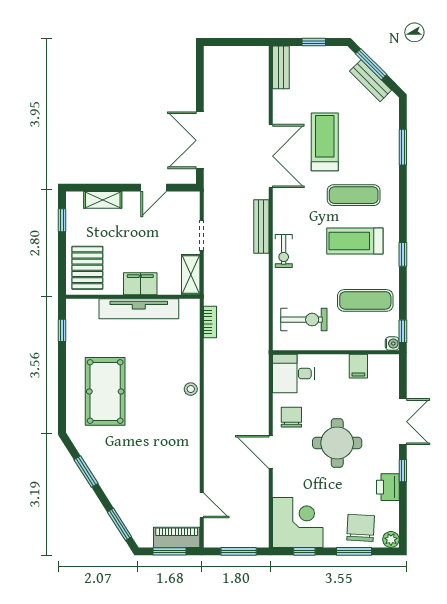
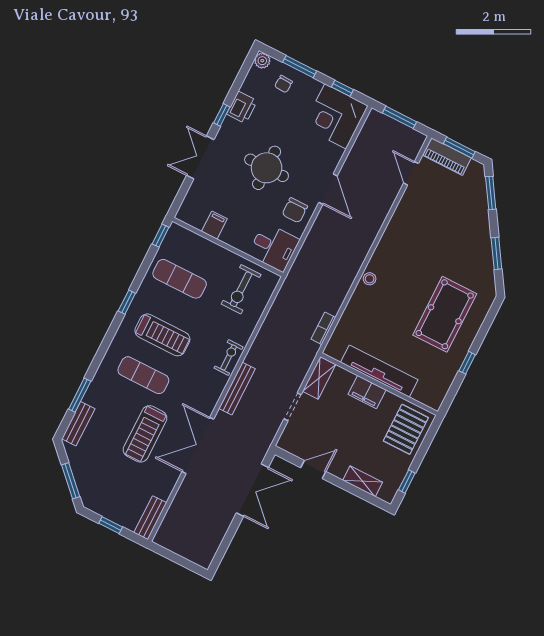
bench: (371, 81) -> (78, 424), moved, turned 45
exercise bike: (304, 320) -> (241, 289), turned -90
window: (62, 330) -> (467, 363), moved
water cooler: (392, 344) -> (175, 230), removed
chair: (361, 528) -> (283, 84), width x0.54, depth x0.54

